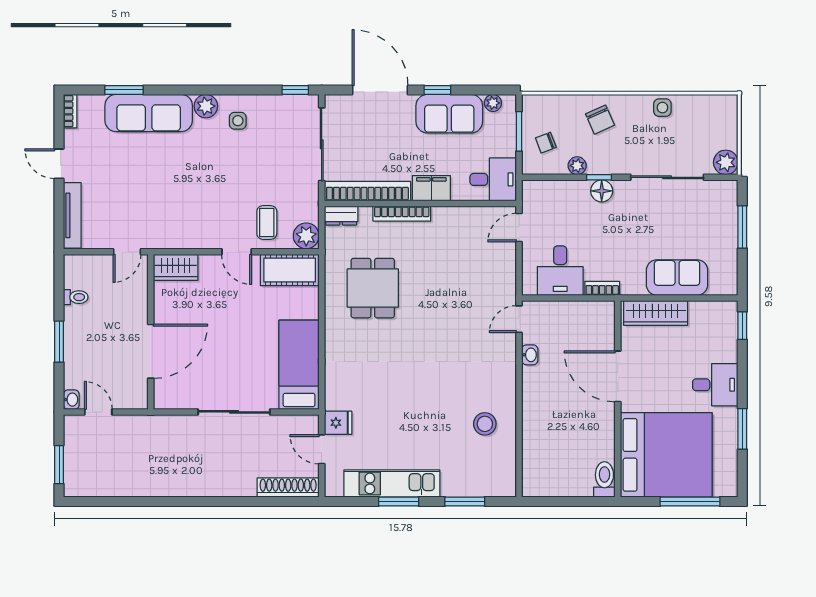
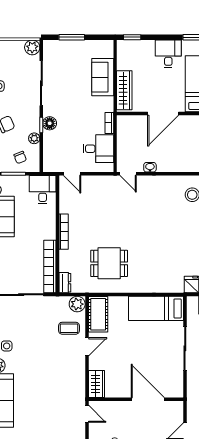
filing cabinet: (431, 188) -> (48, 228), removed
bookcase: (402, 214) -> (64, 232), moved

